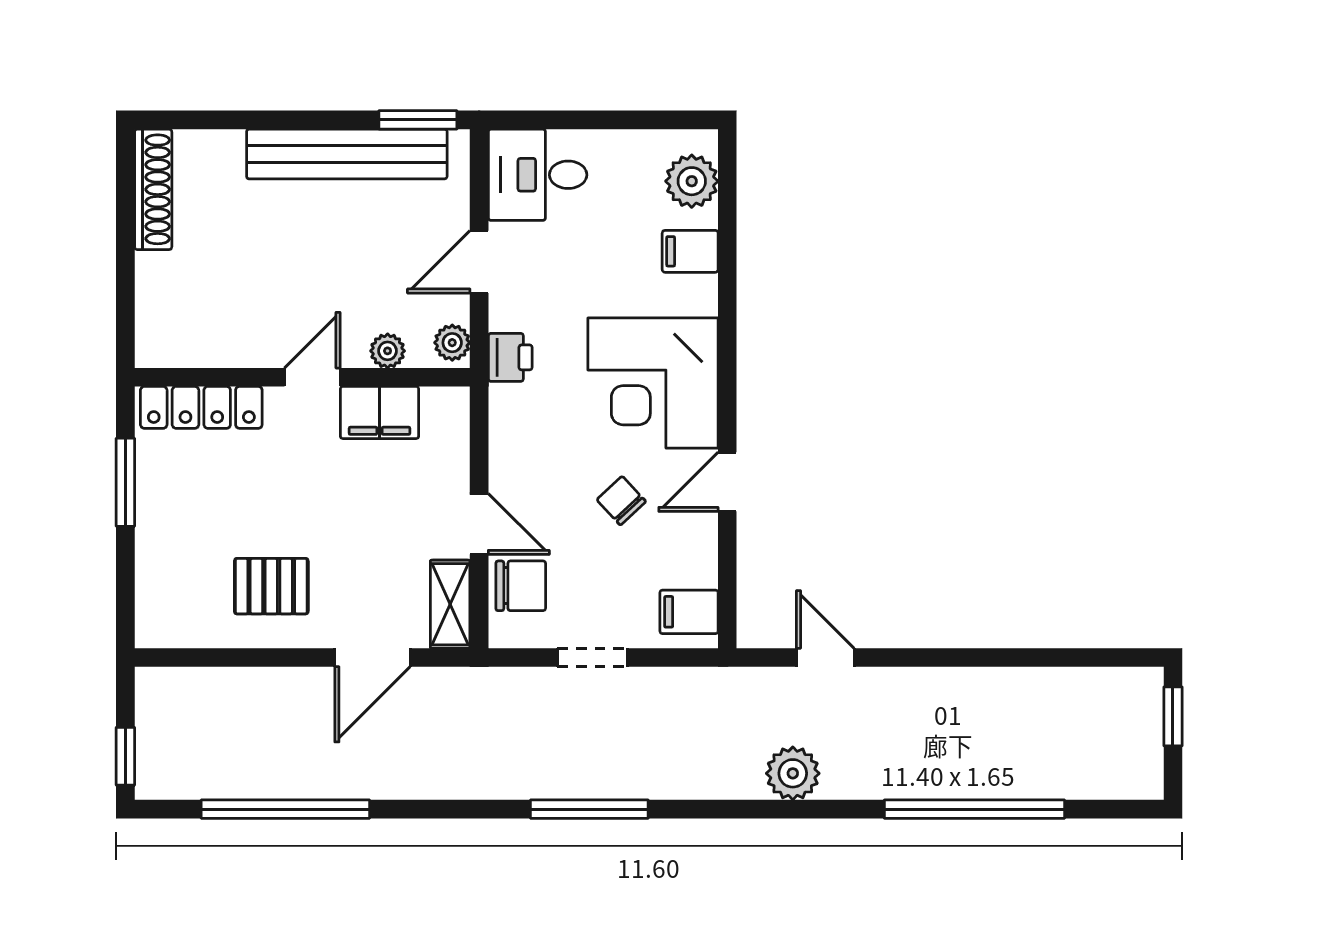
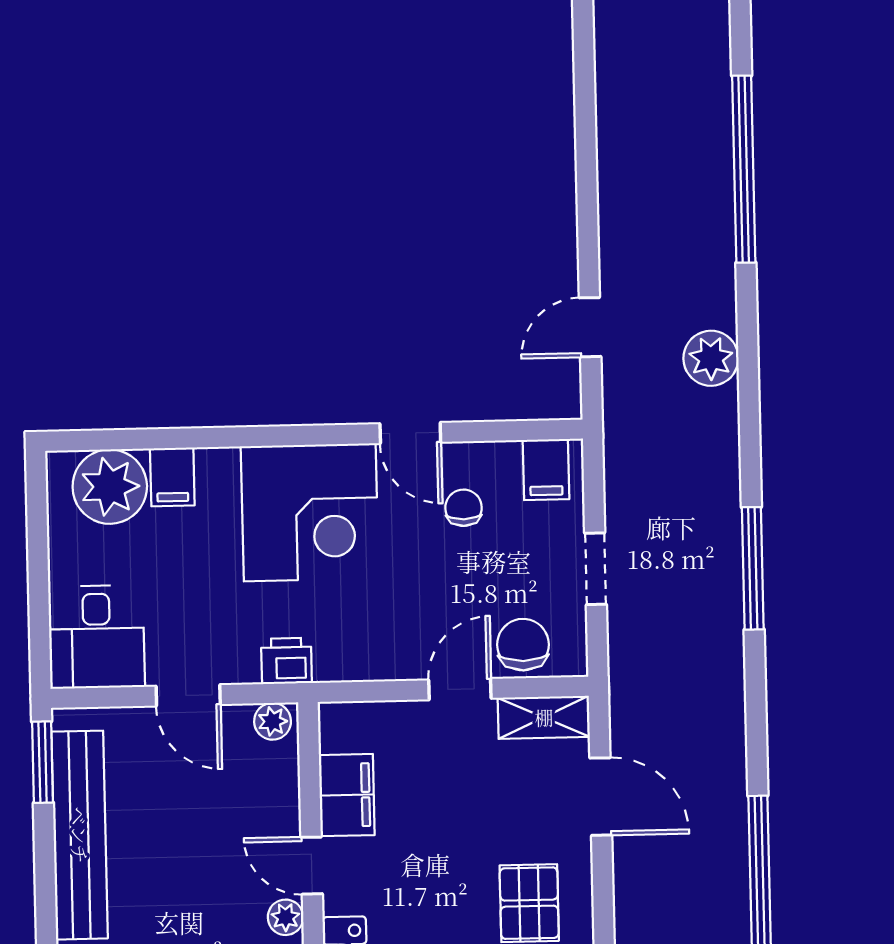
plant: (692, 181) -> (110, 487), width x1.36, depth x1.36
plant: (388, 351) -> (286, 917), moved
chair: (621, 501) -> (464, 508), moved, turned 133

